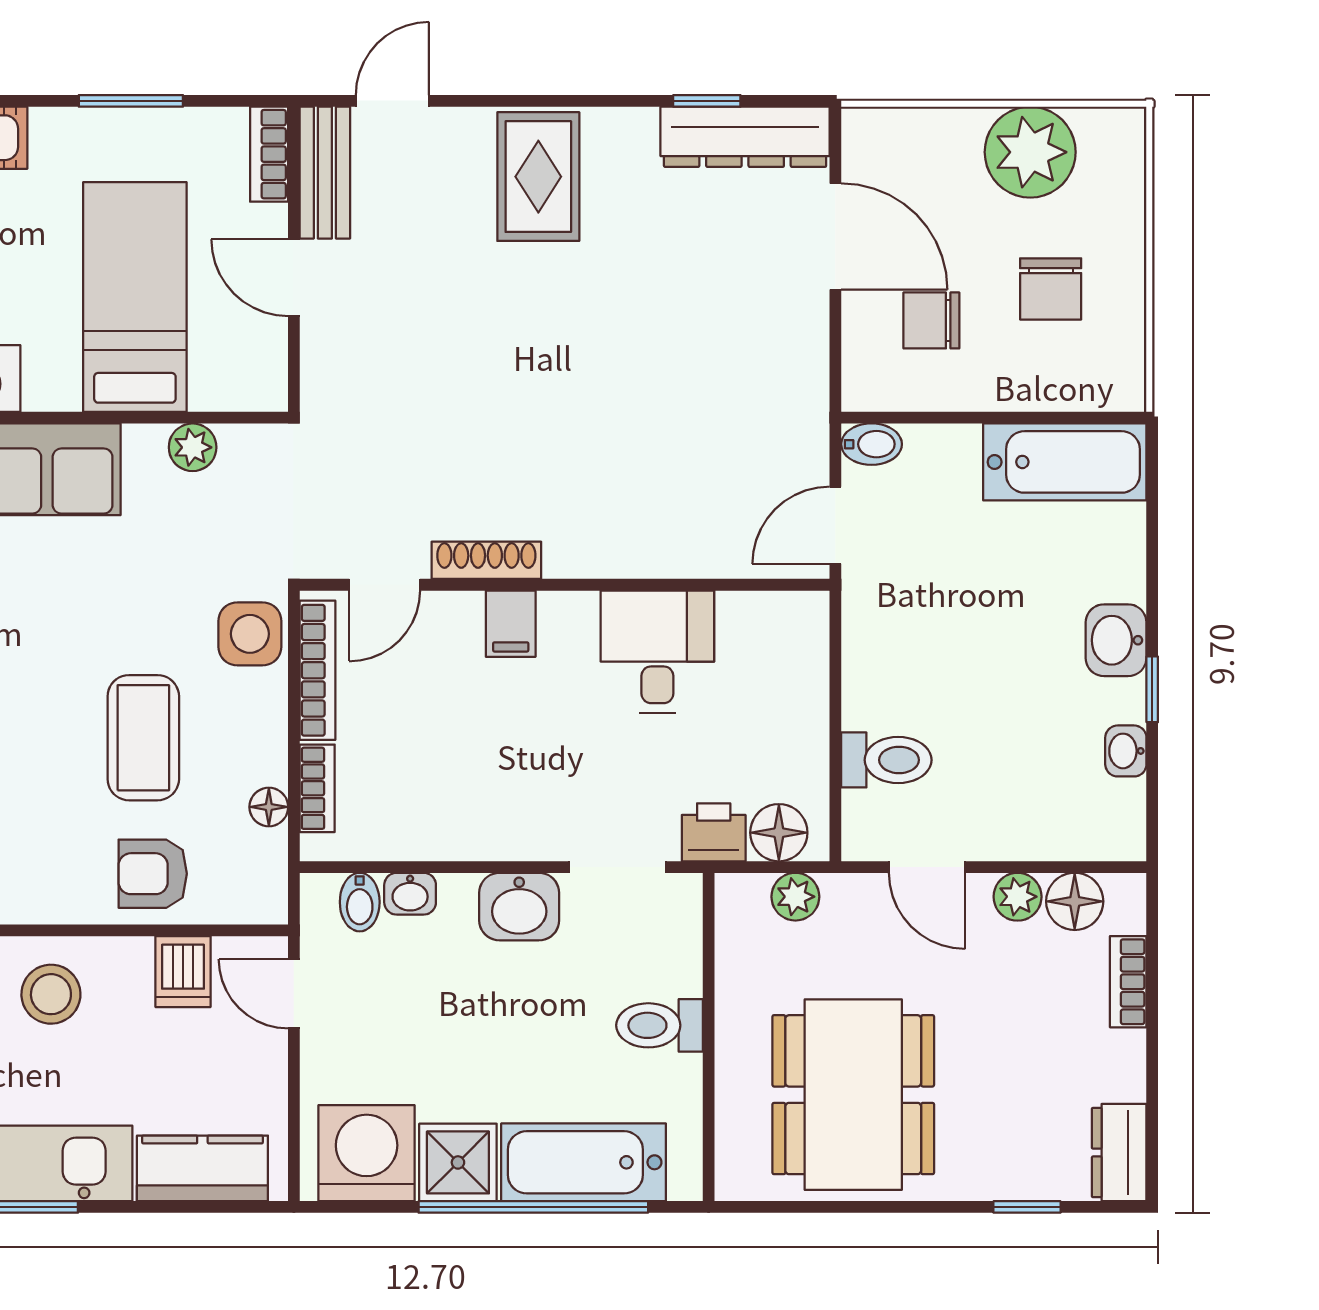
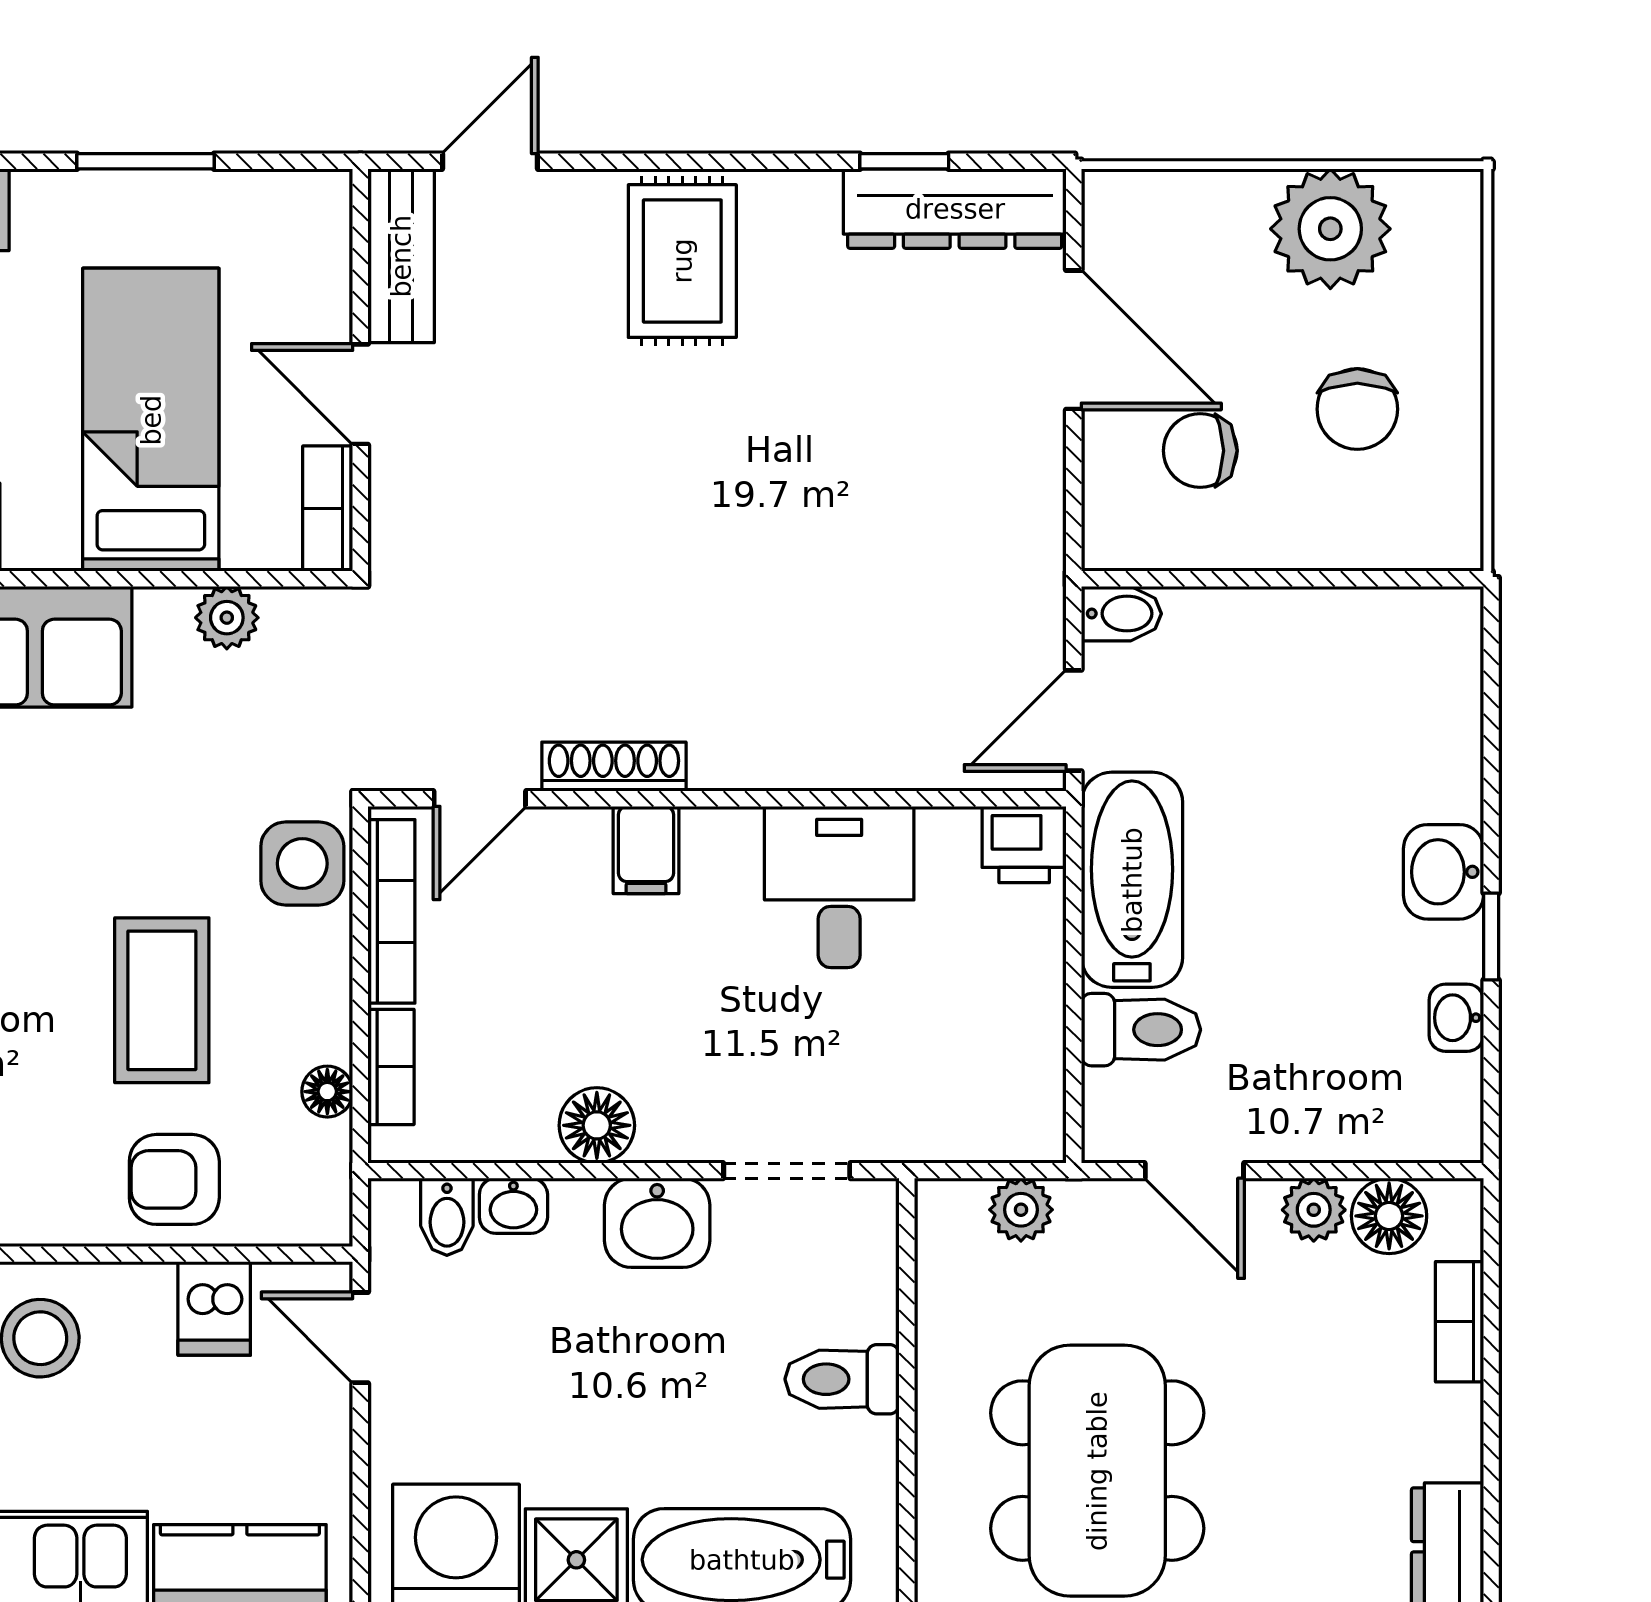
bookcase: (269, 154) -> (328, 508), moved
bathtub: (1065, 462) -> (1132, 880), moved, turned -90
printer: (714, 832) -> (1024, 845), moved, turned 180
floor lamp: (779, 833) -> (597, 1125), moved

